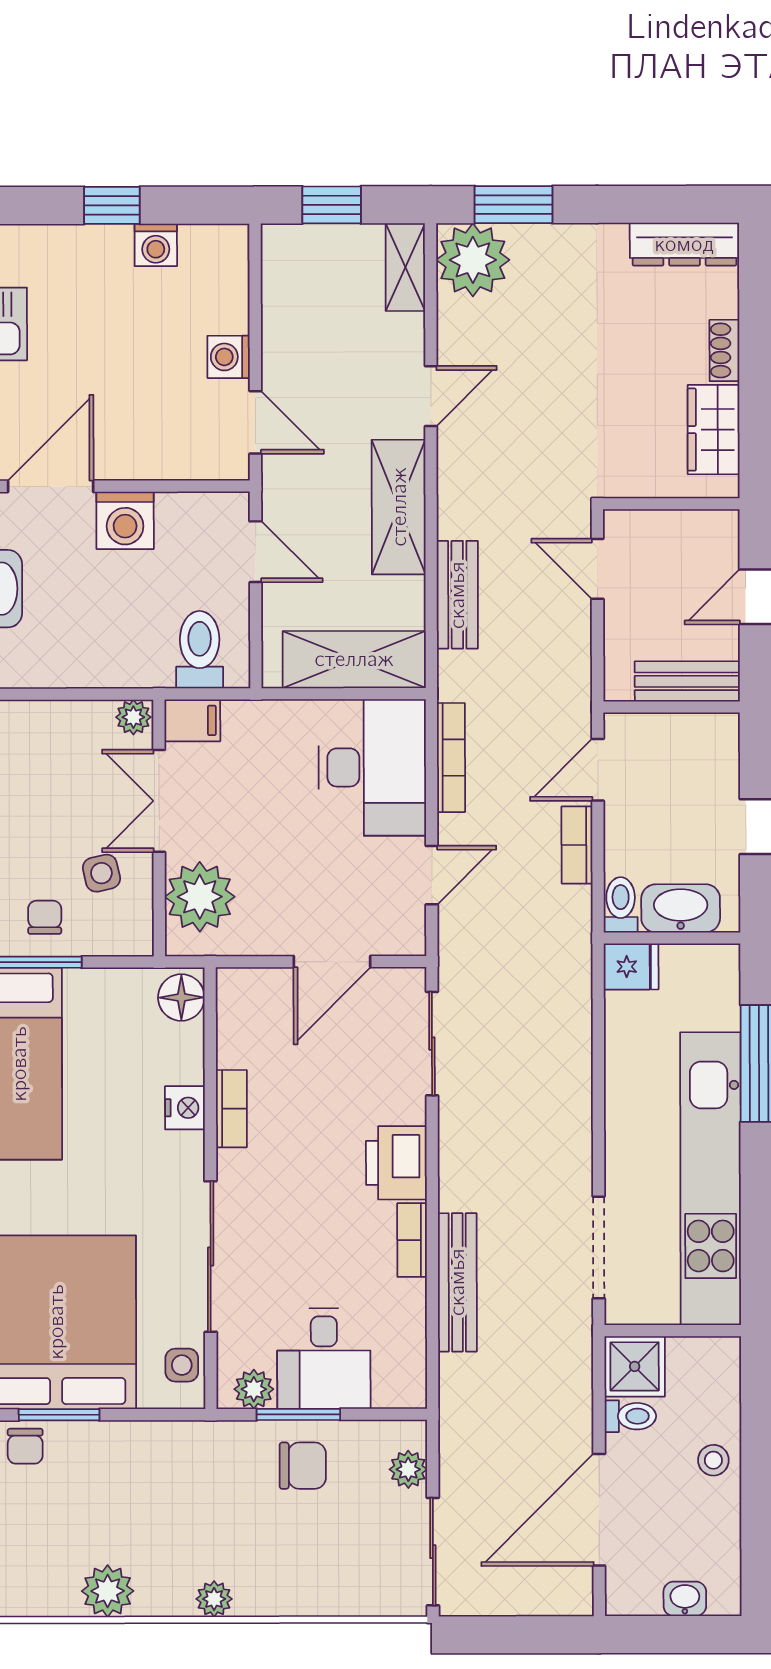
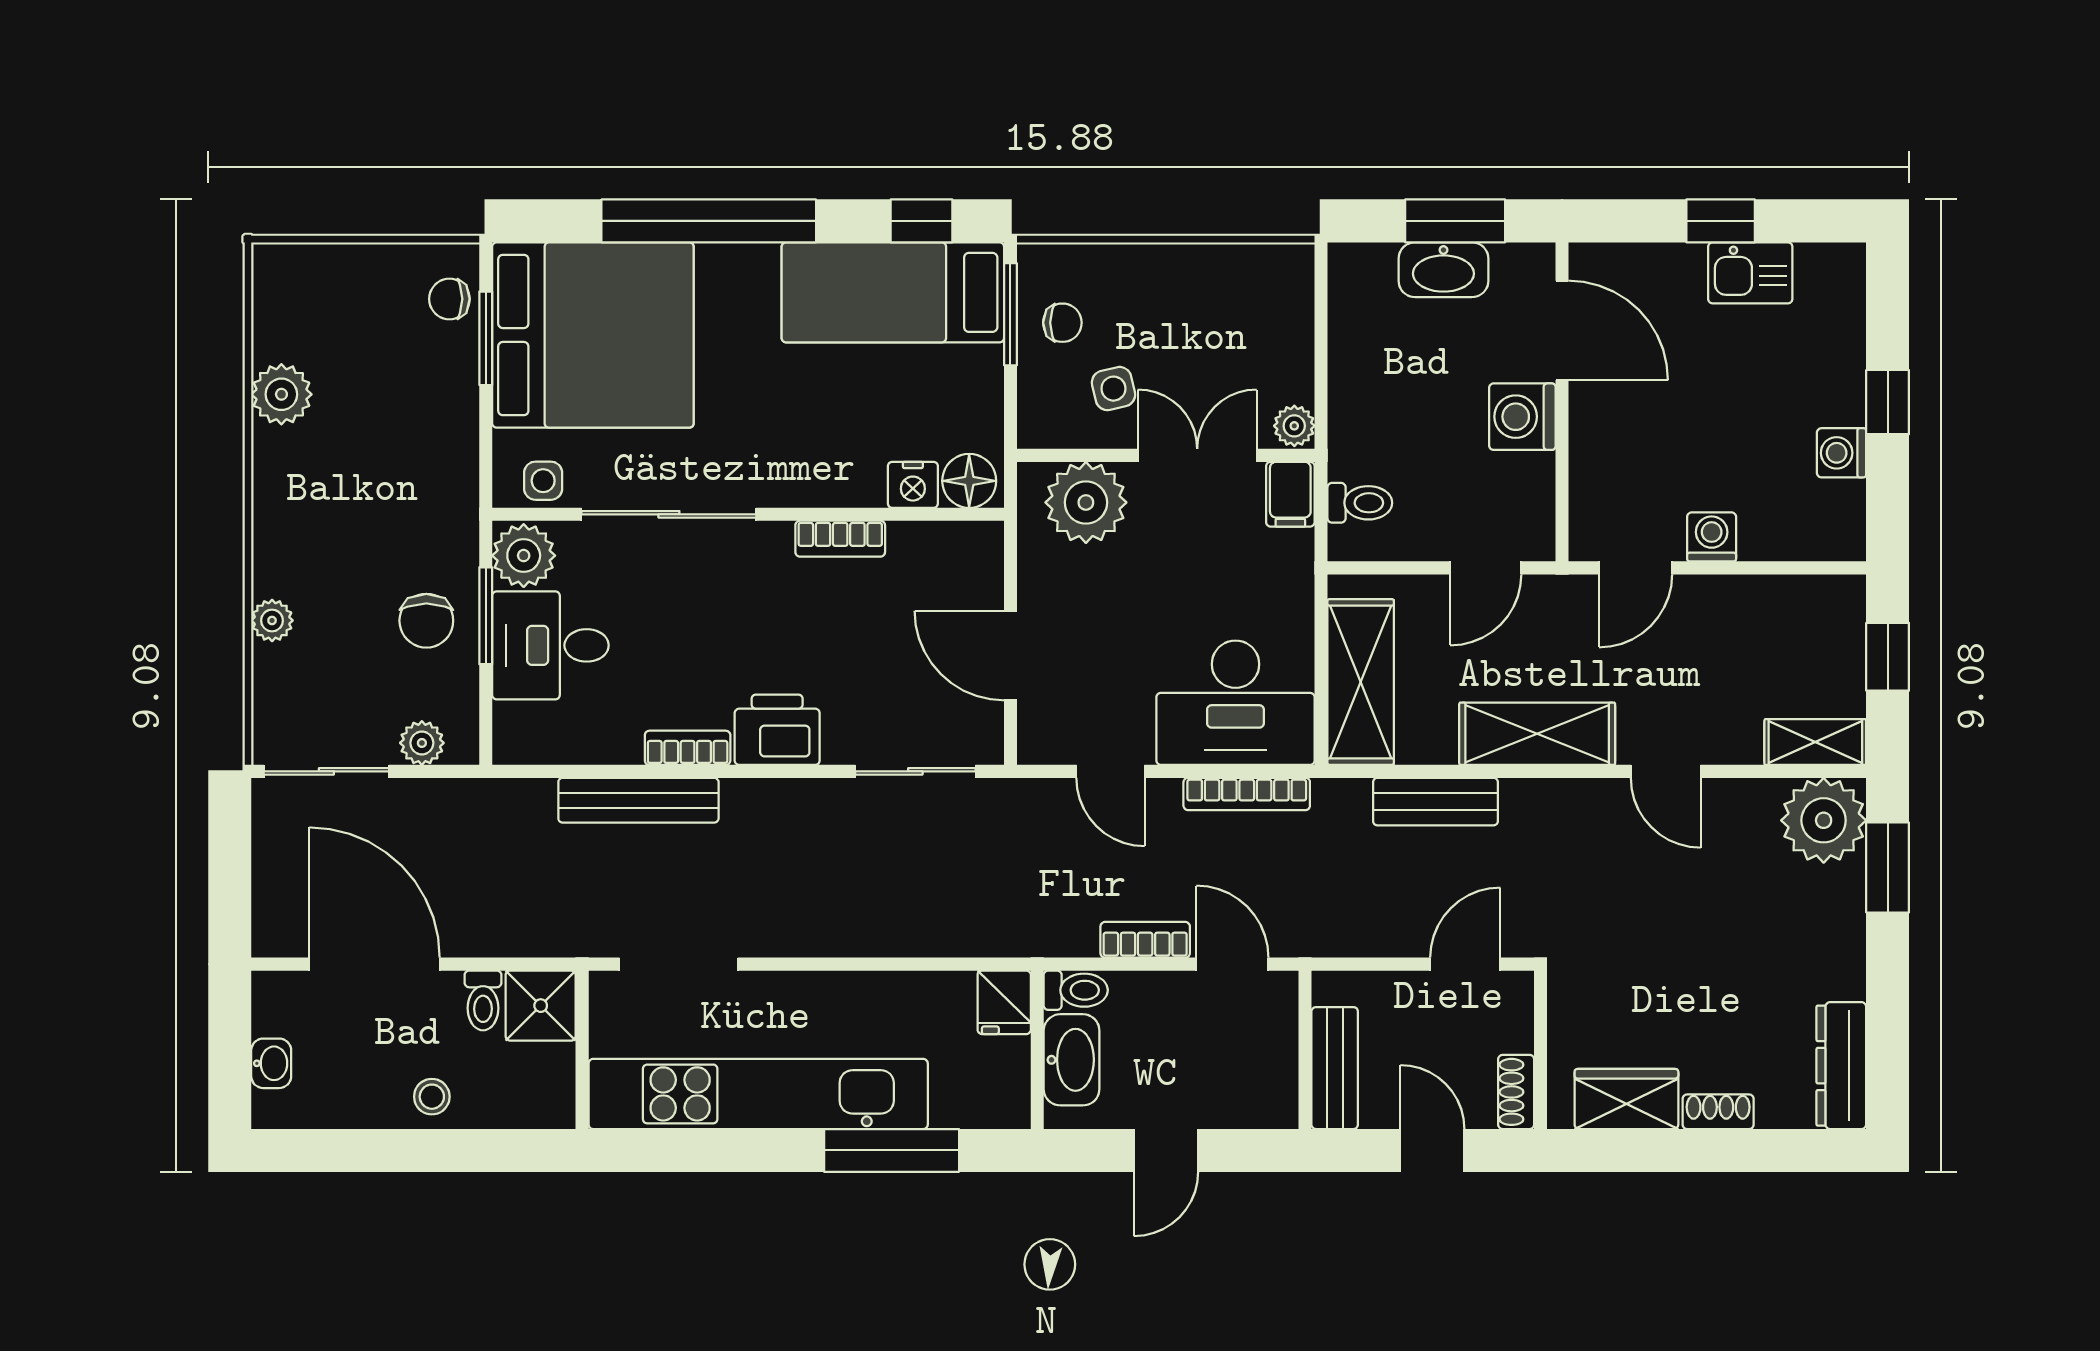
shoe rack: (708, 525) -> (1516, 1092), added
toilet: (200, 650) -> (1360, 503), width x0.73, depth x0.72
nightstand: (185, 1108) -> (913, 485), moved
plant: (254, 1389) -> (524, 556), width x1.38, depth x1.38
plant: (214, 1599) -> (272, 620), moved

